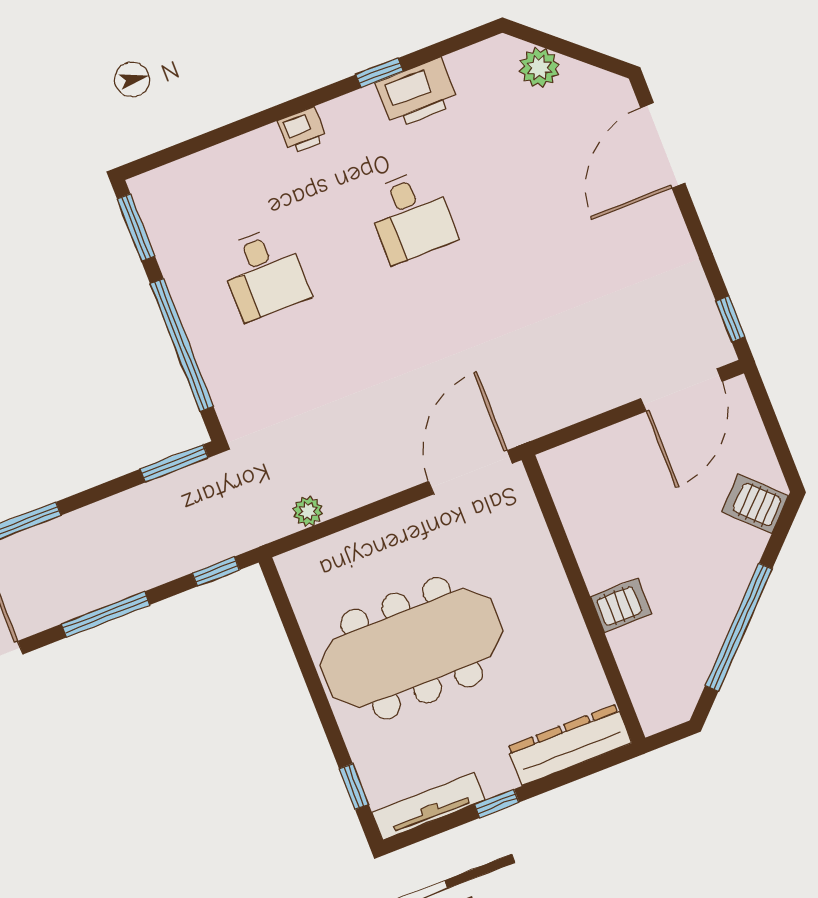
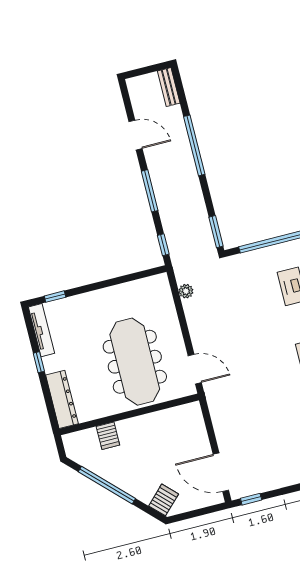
door: (470, 472) -> (195, 369), width x0.73
server rack: (621, 605) -> (108, 436), moved
meeting table: (411, 648) -> (135, 362), moved

